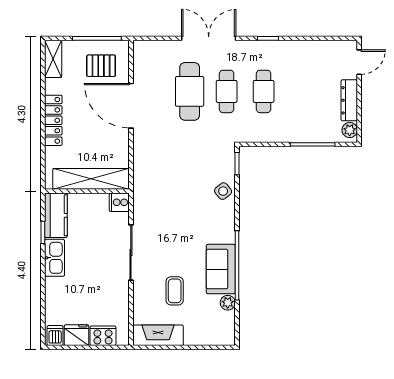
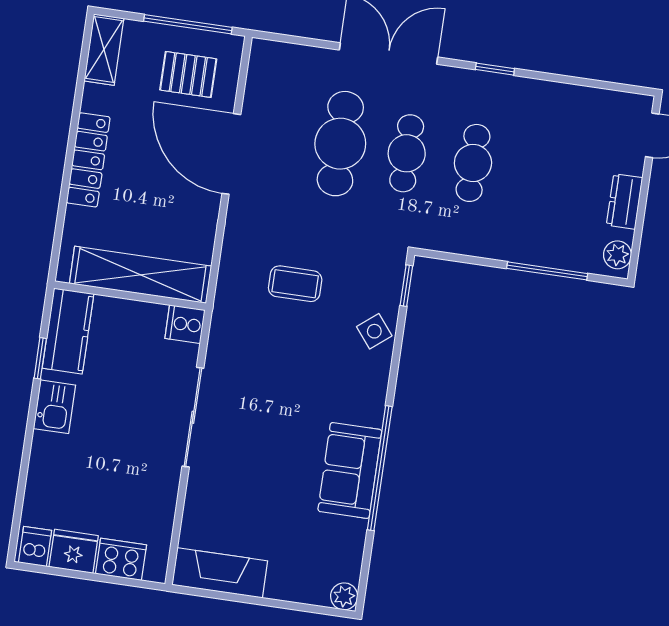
dresser: (349, 100) -> (624, 201), width x0.70
kitchen sink: (55, 258) -> (54, 407), width x0.73
coffee table: (175, 291) -> (295, 284), moved, turned 90
plant: (228, 303) -> (344, 596), moved

